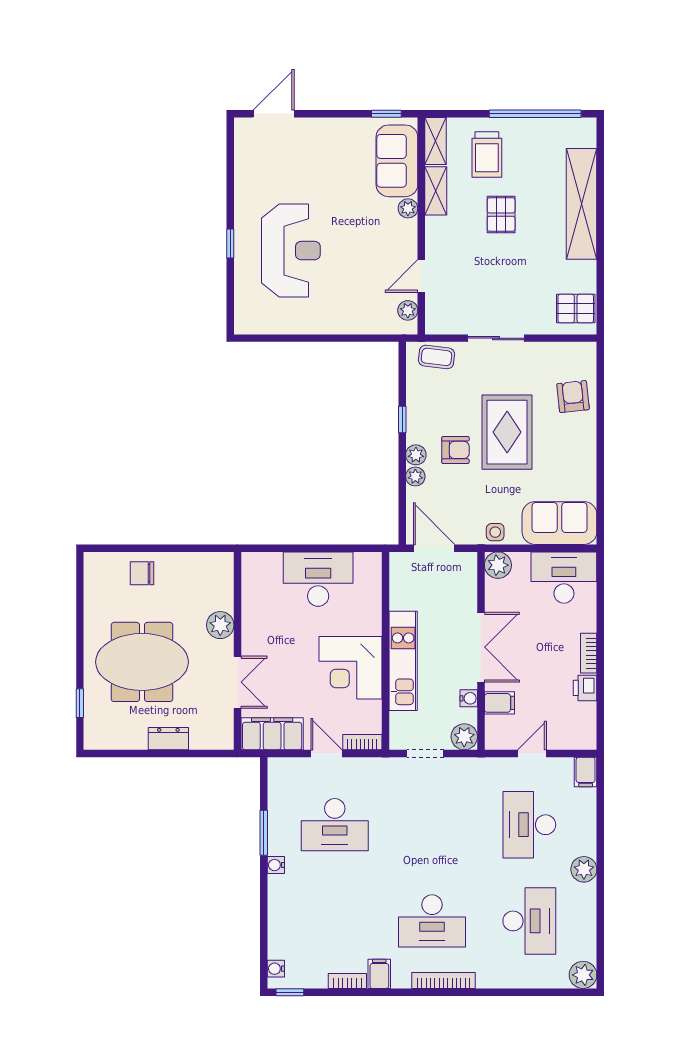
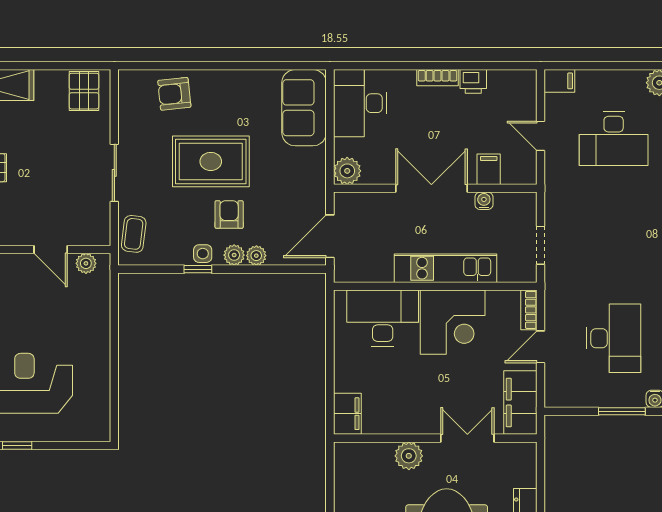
side table: (495, 532) -> (203, 254), moved
filing cabinet: (261, 565) -> (347, 414), added
desk: (318, 579) -> (383, 318), moved, turned 90
plant: (464, 737) -> (523, 205), removed

